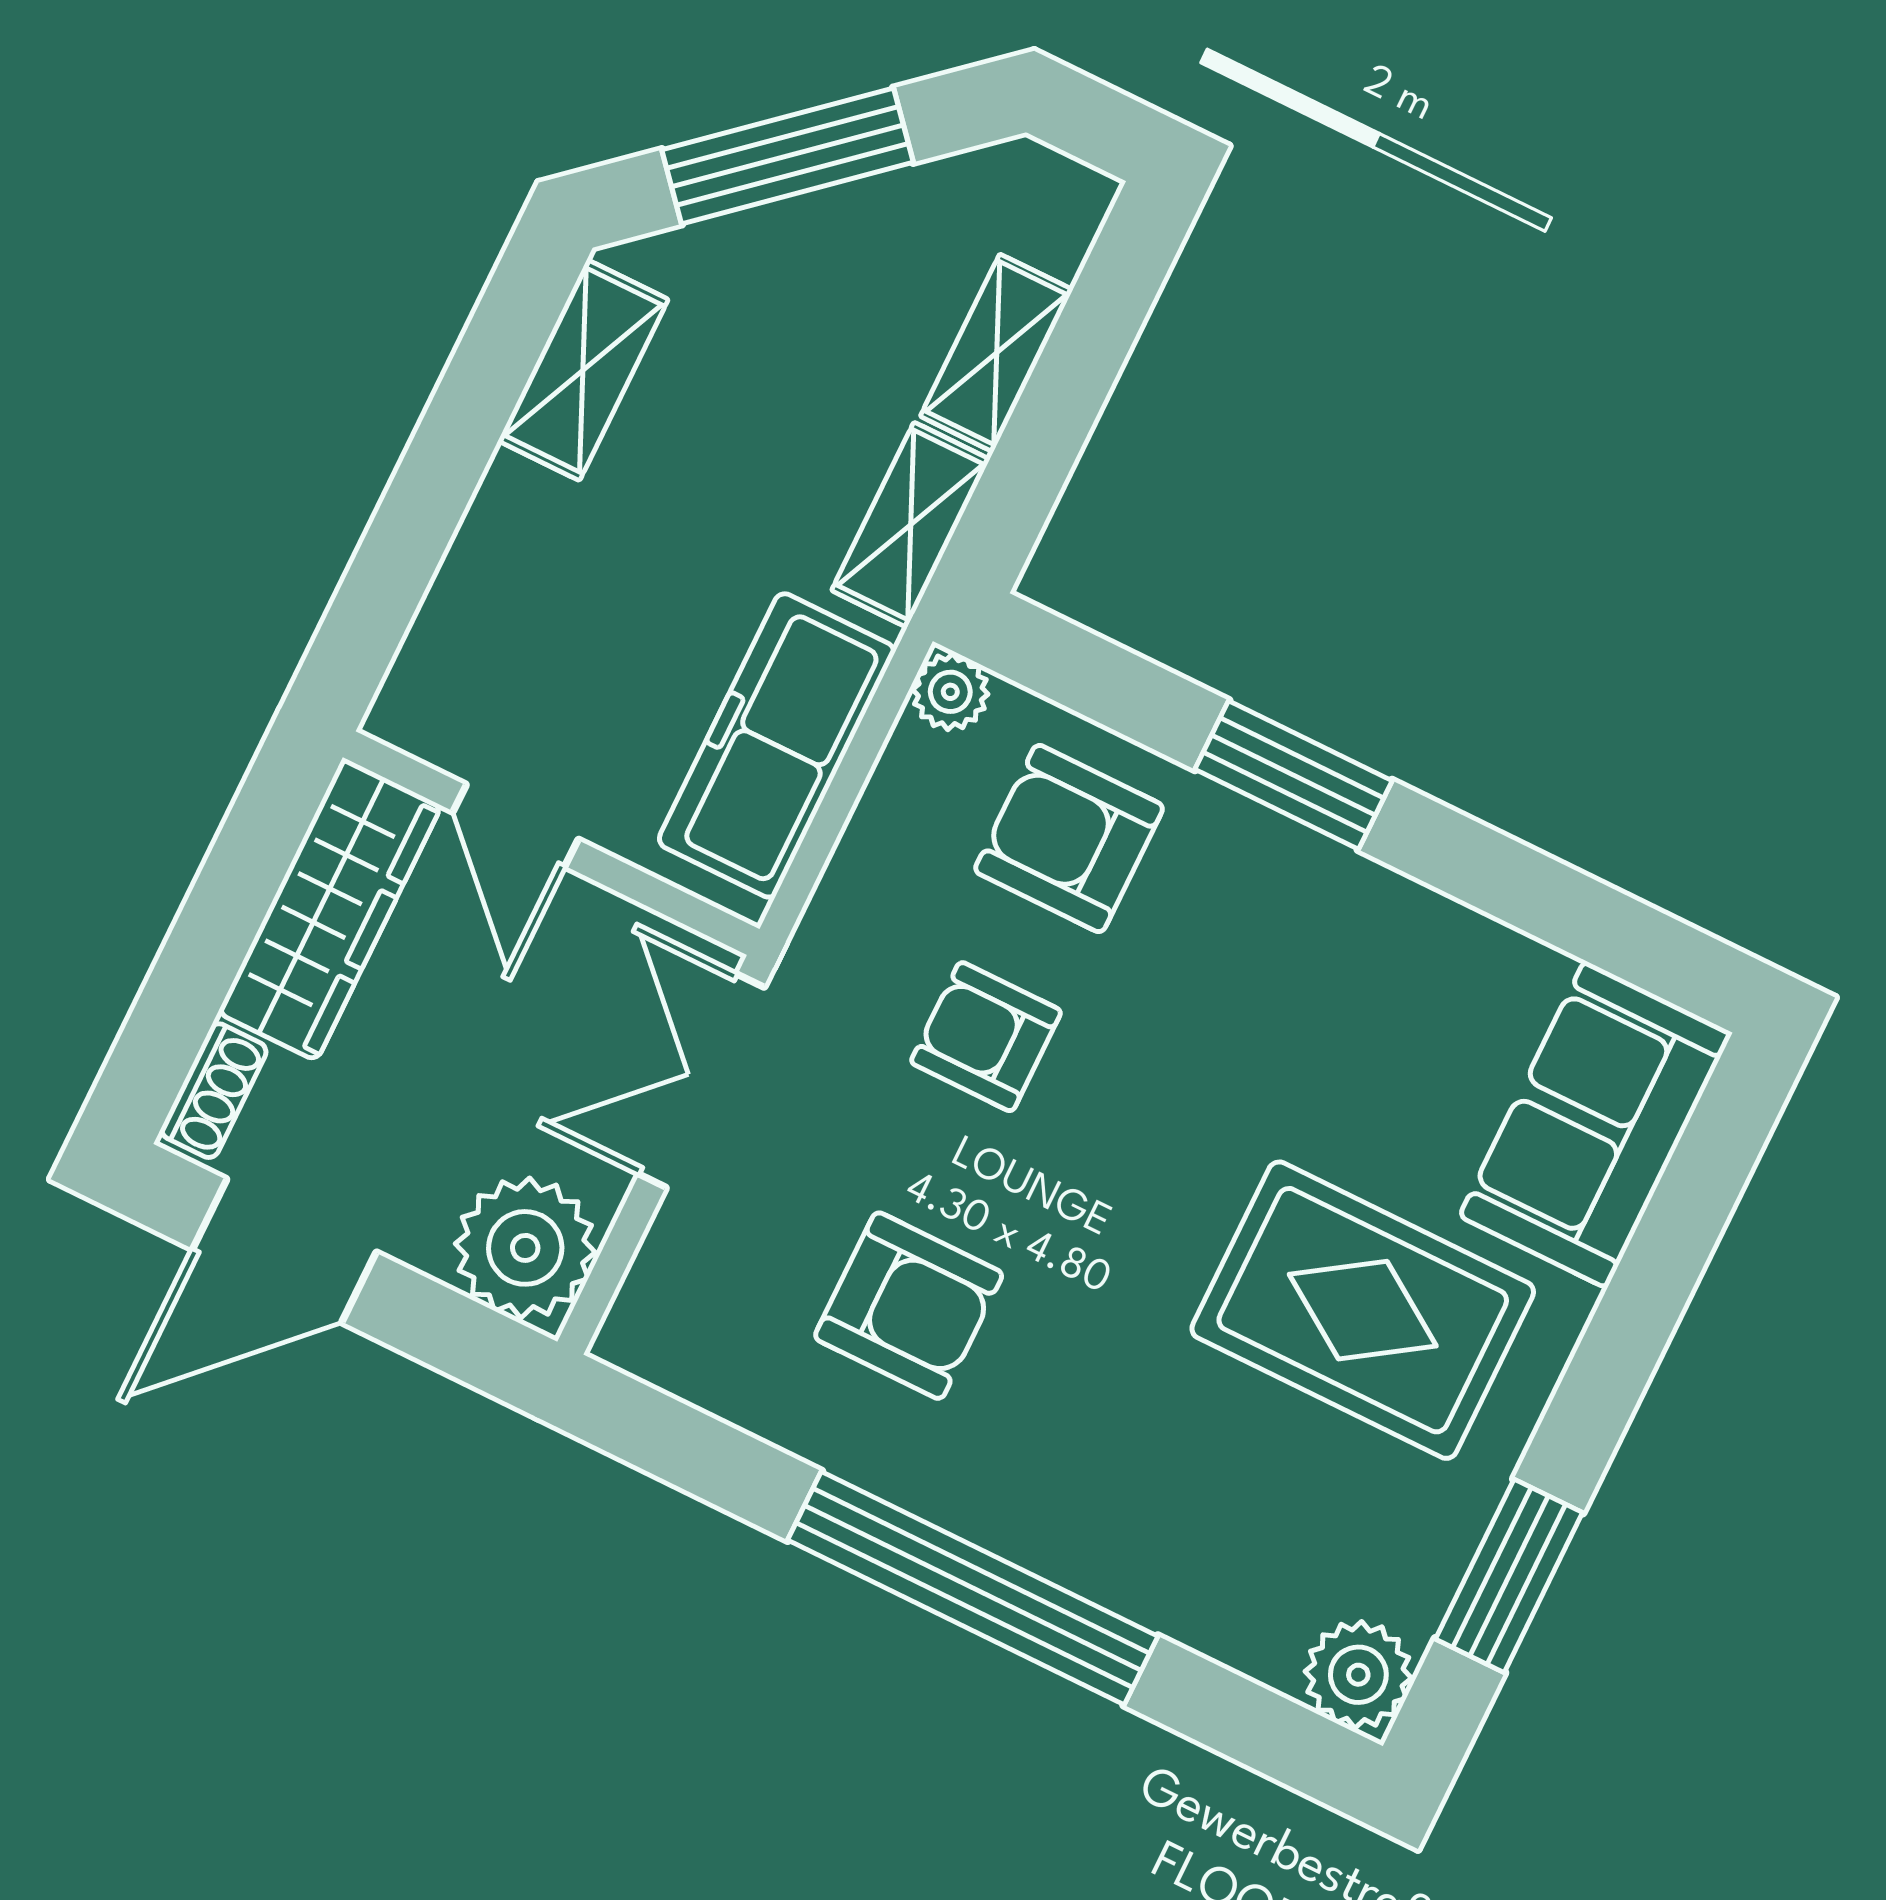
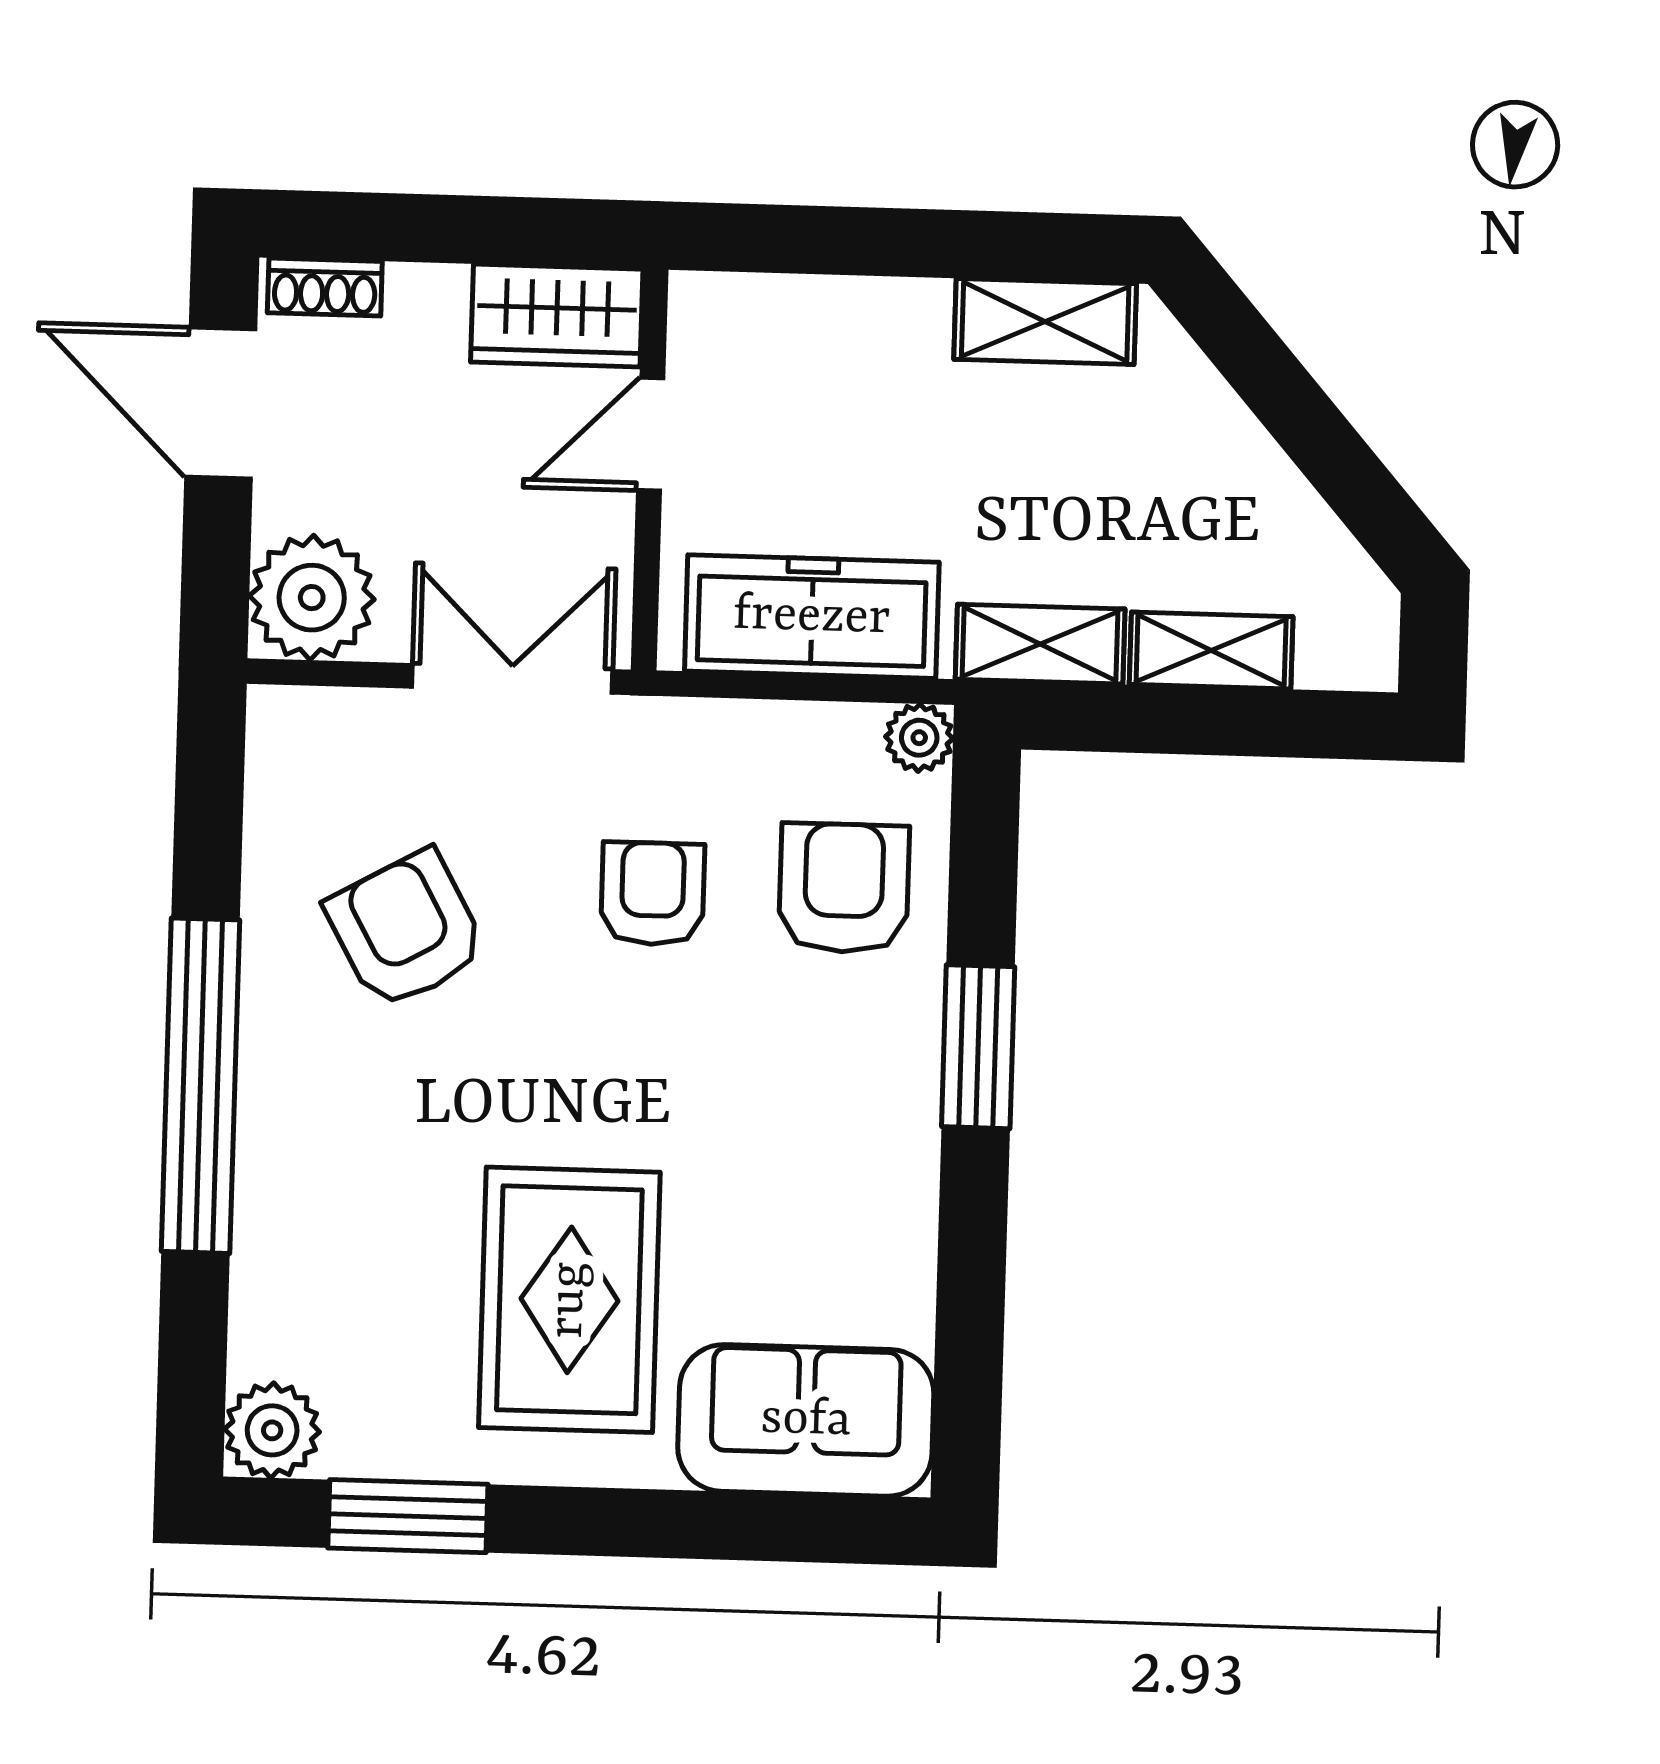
window: (787, 156) -> (1294, 409), removed
wardrobe: (330, 909) -> (557, 316), width x0.67
armchair: (909, 1306) -> (406, 930), turned 151

